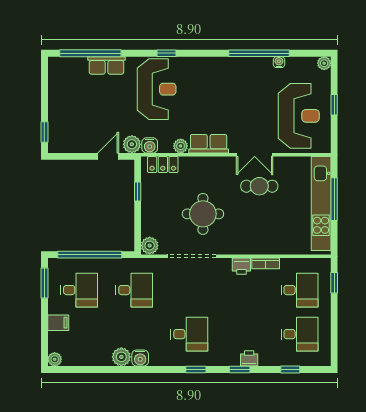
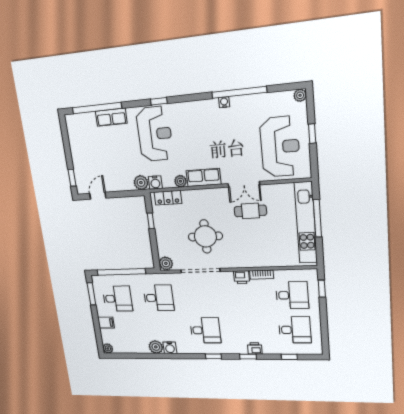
water cooler: (279, 62) -> (224, 102), moved
door: (108, 156) -> (98, 196), moved

